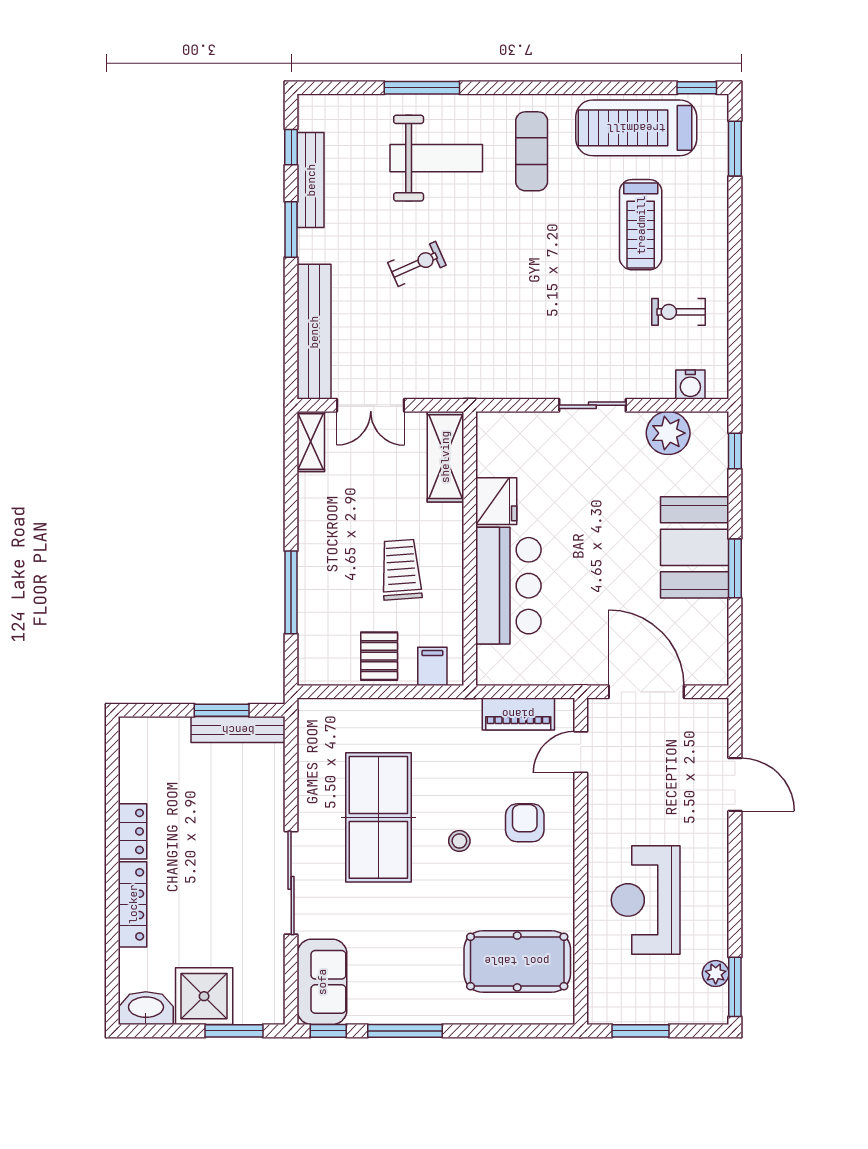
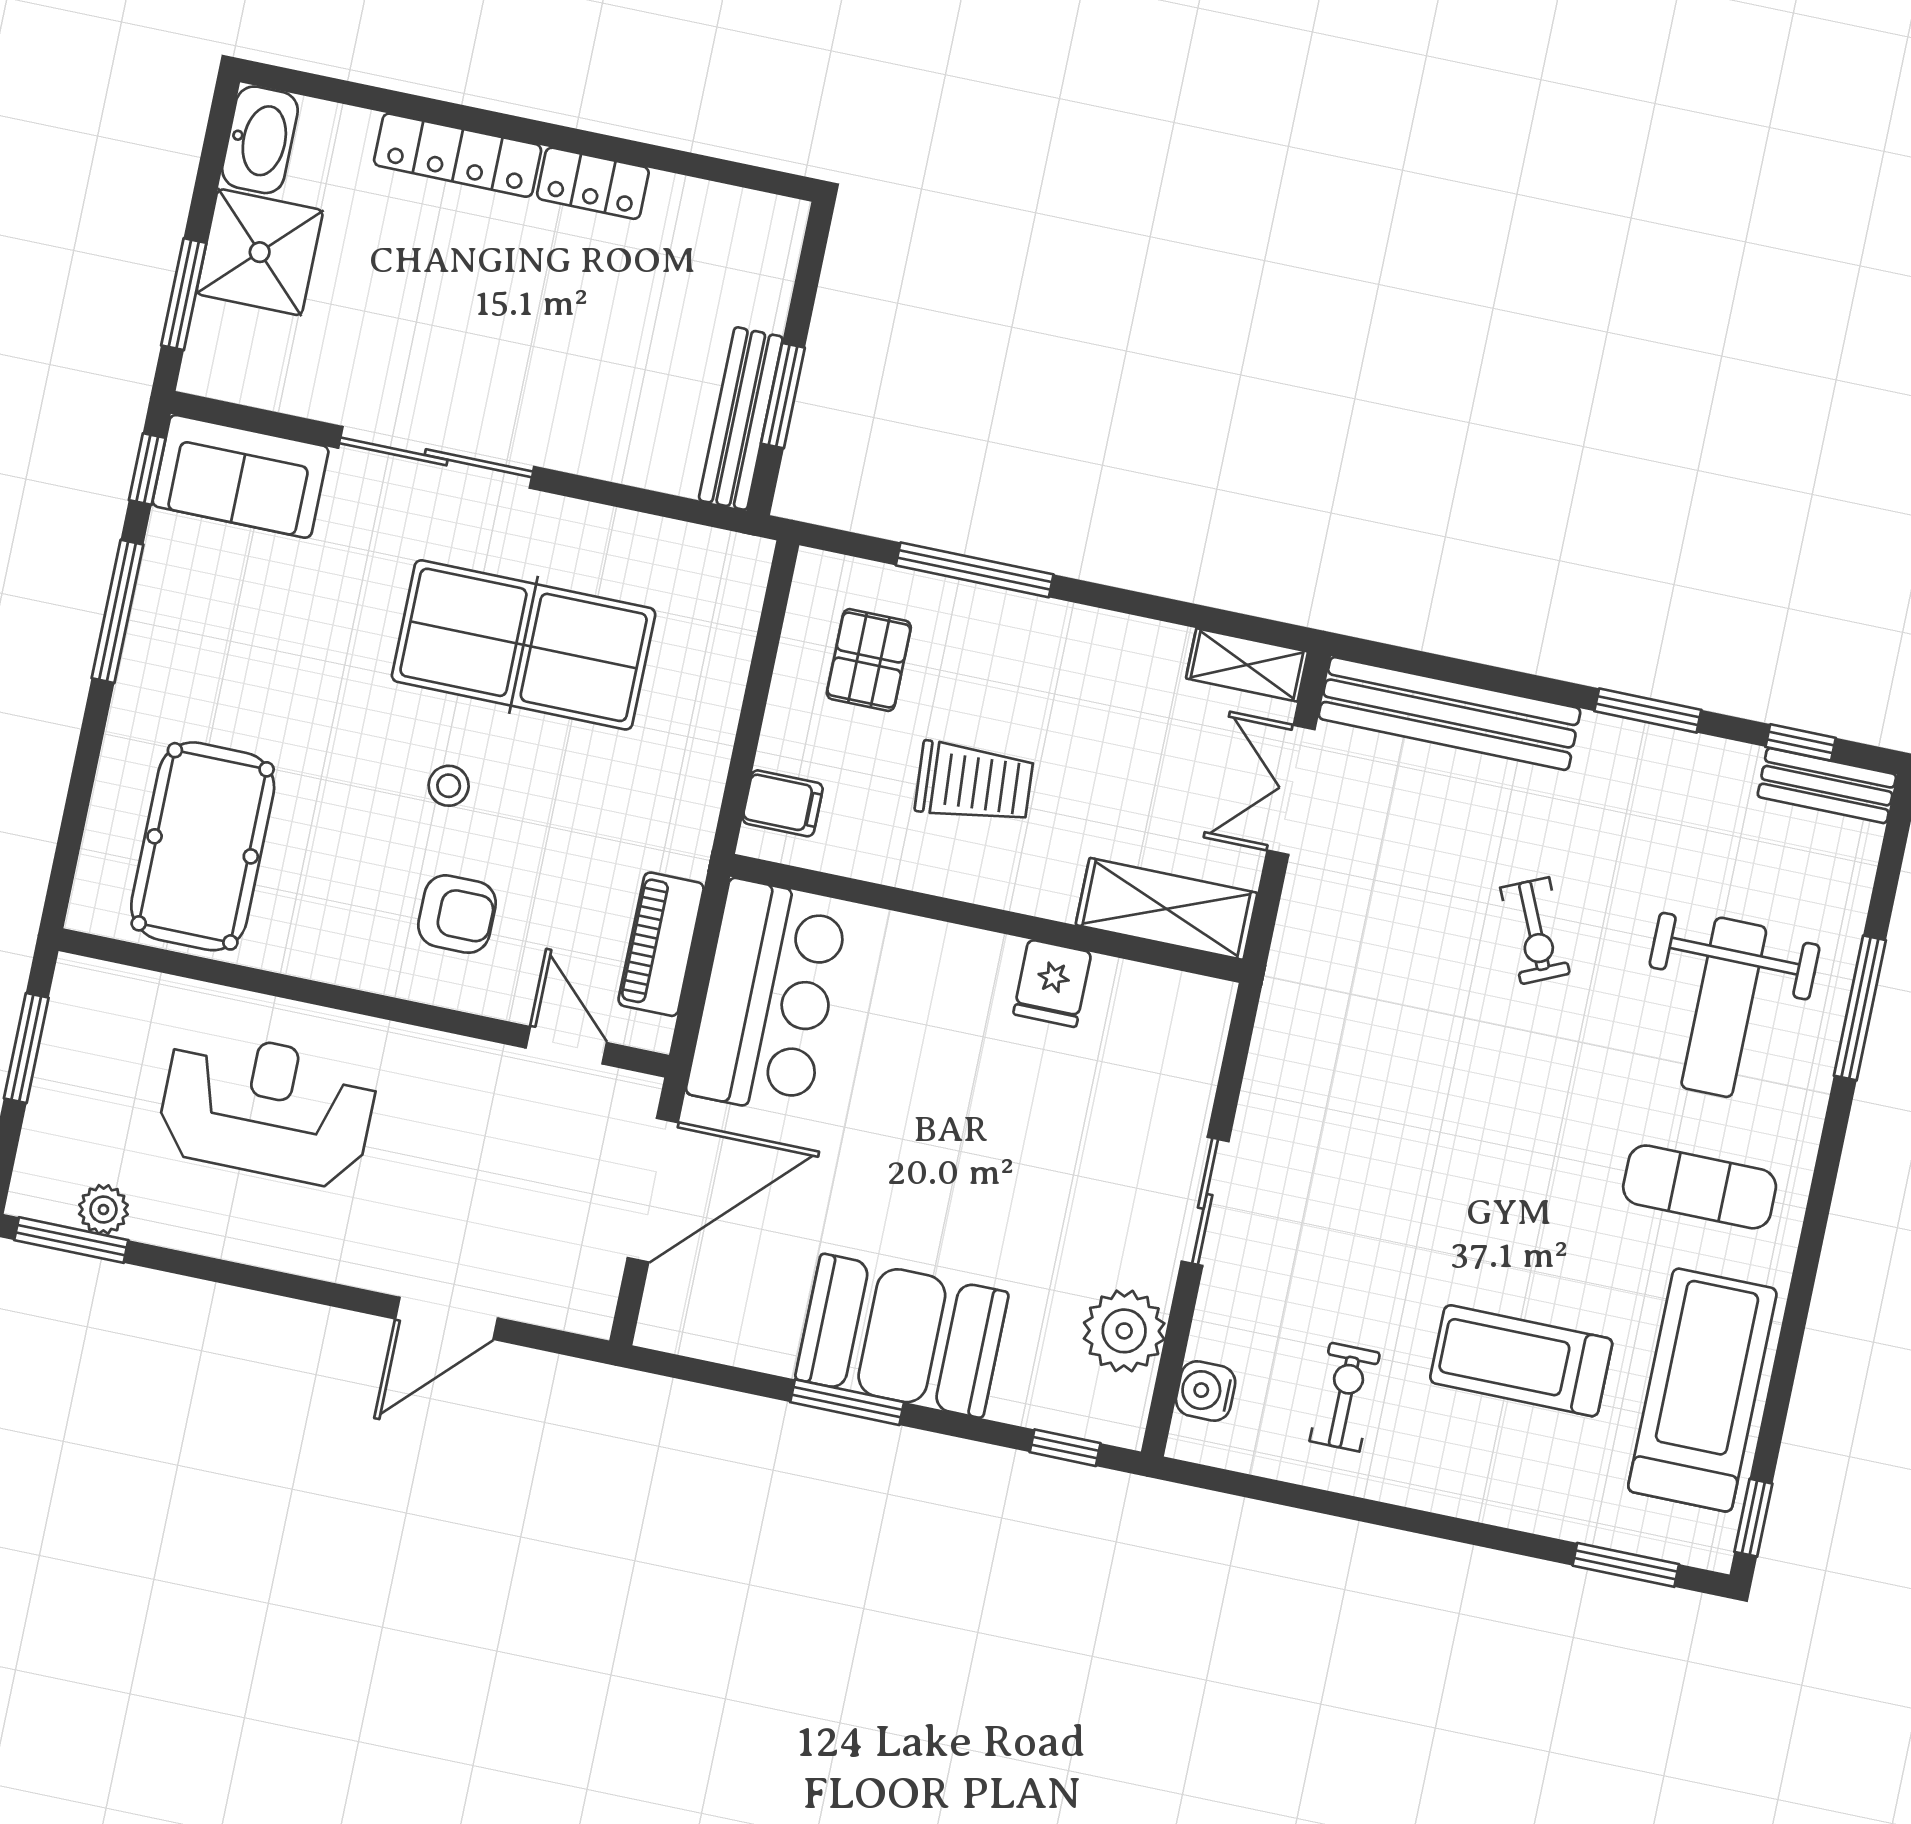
bench: (311, 180) -> (1827, 786), moved, width x0.73
fridge: (496, 501) -> (1052, 983), width x0.72
bar counter: (508, 586) -> (768, 998), moved, turned -90
pallet: (379, 656) -> (869, 660), moved, turned 90

